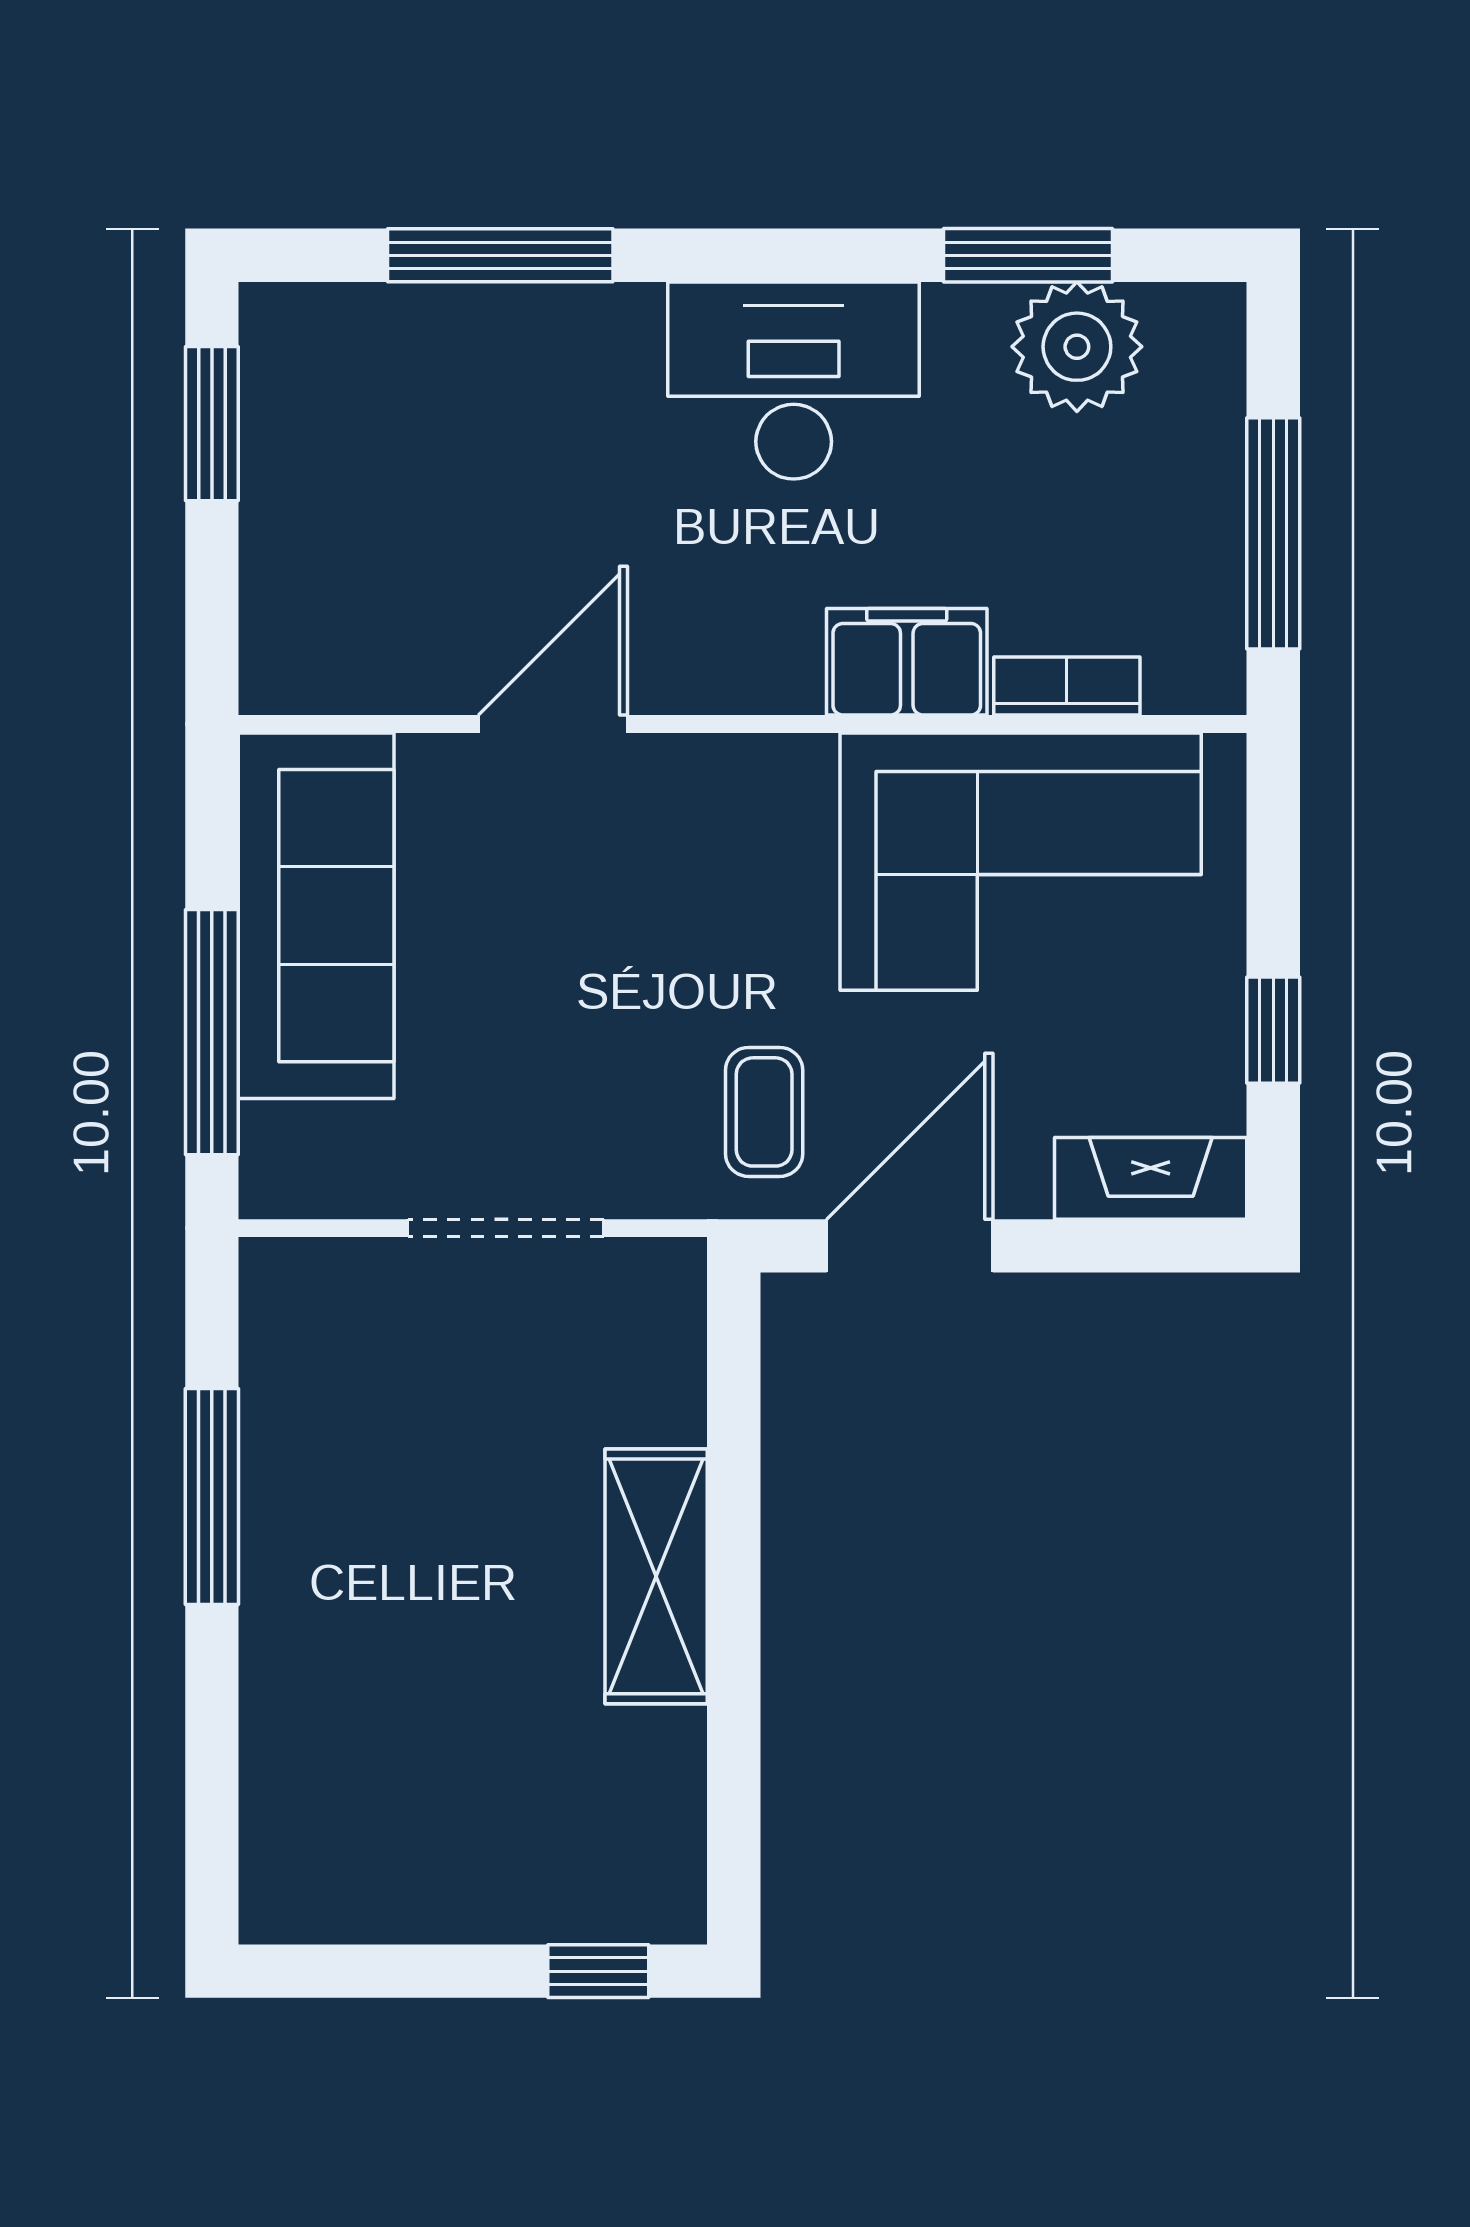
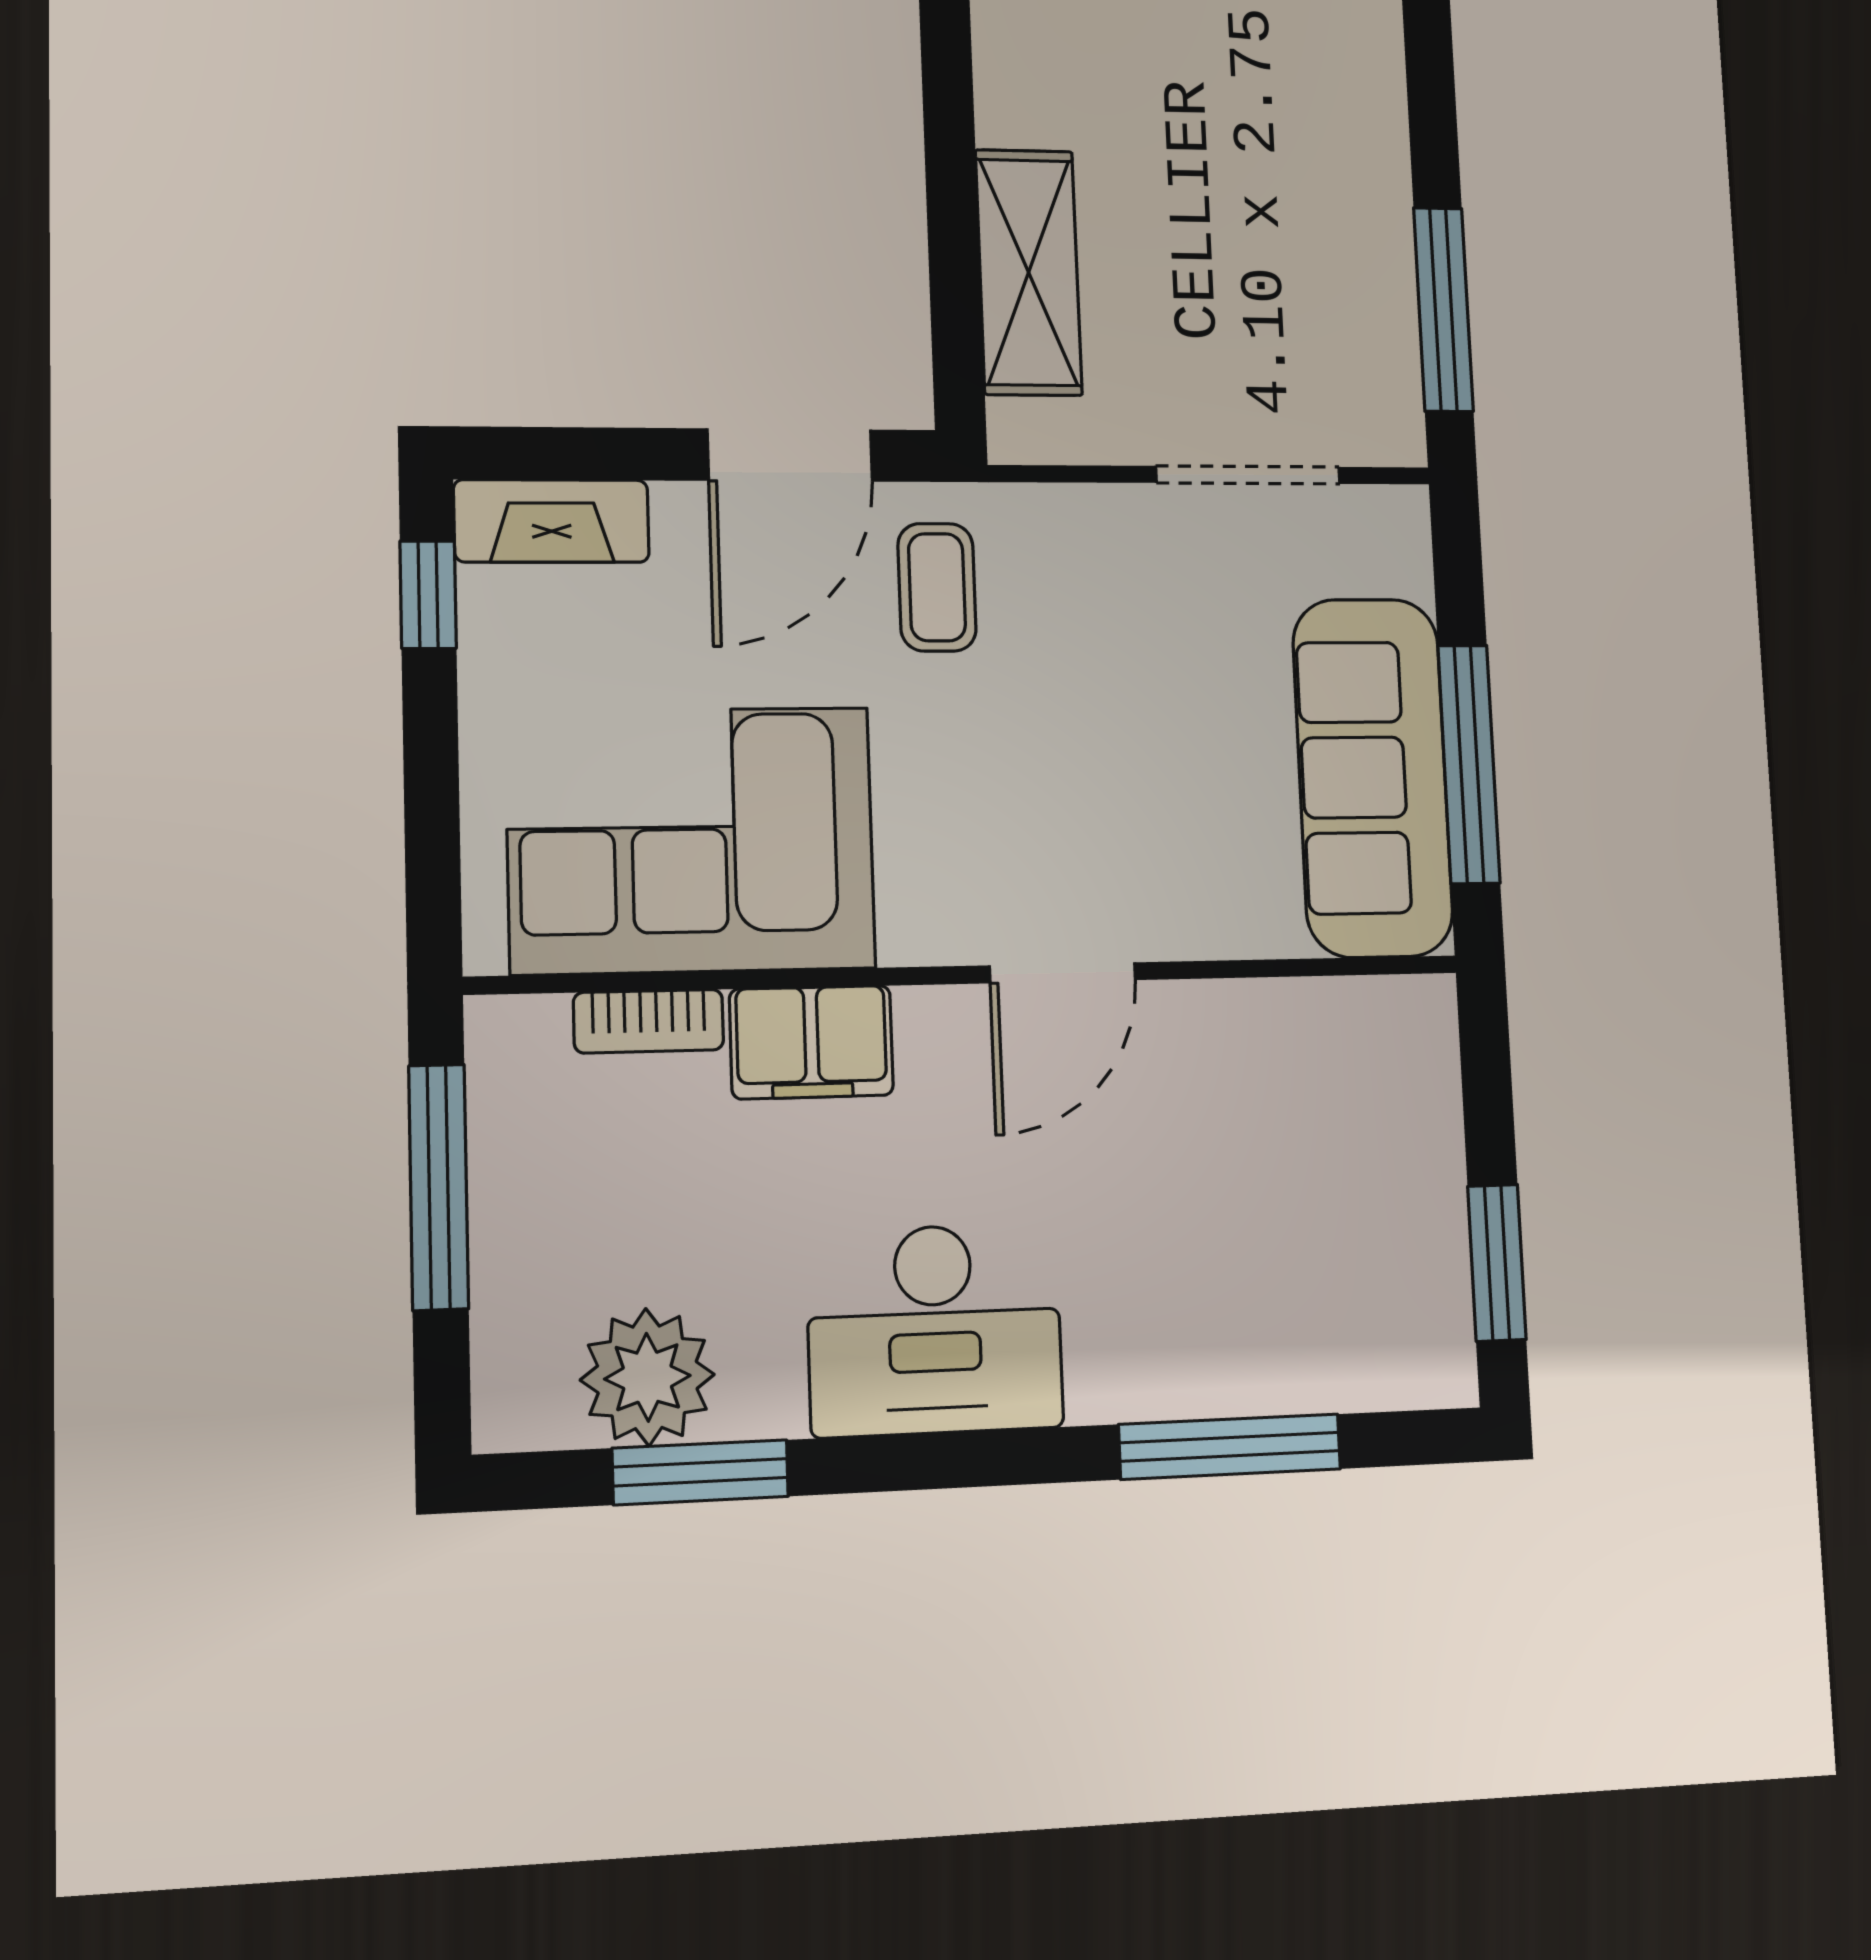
door: (553, 724) -> (1063, 973), moved
window: (1273, 1030) -> (428, 595), moved
window: (212, 1032) -> (1469, 764), moved
doorway: (506, 1228) -> (1248, 475), moved
window: (212, 1497) -> (1443, 309), moved
shelving: (656, 1576) -> (1029, 272), moved

